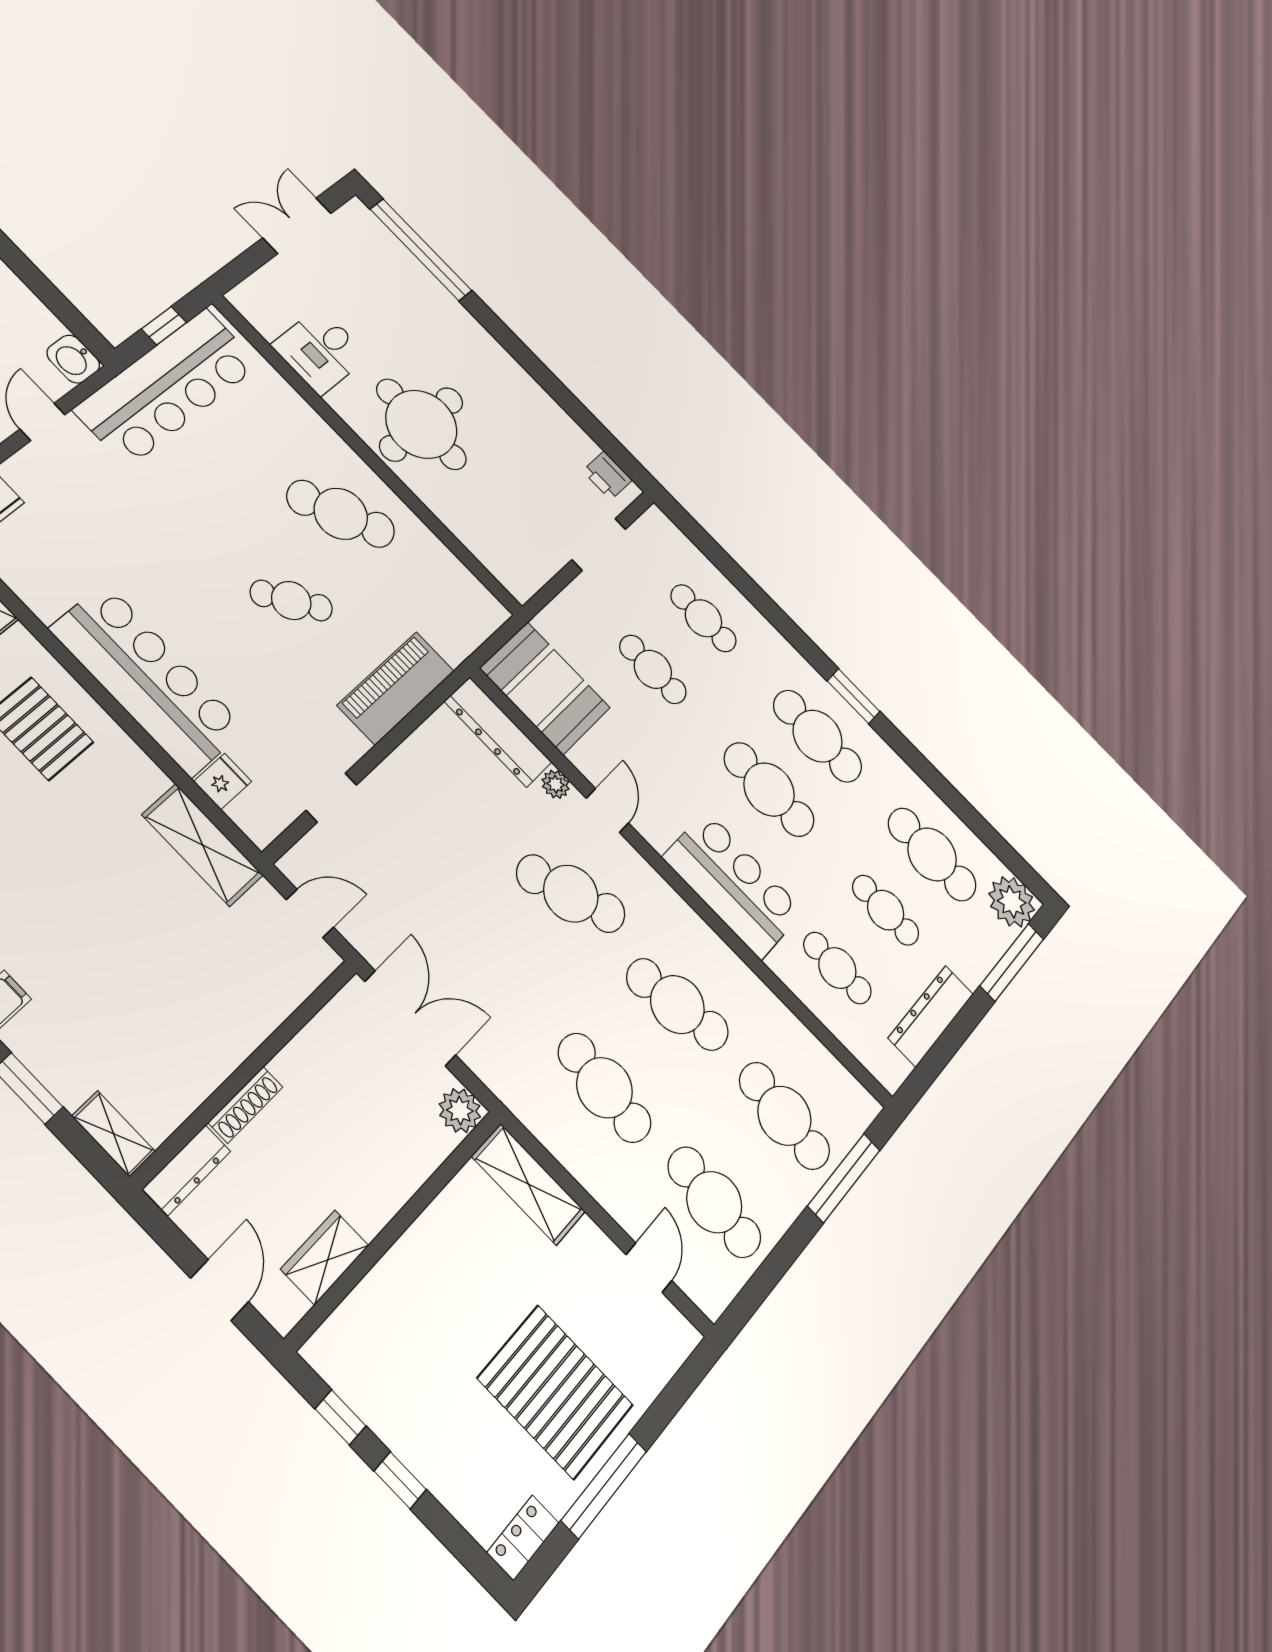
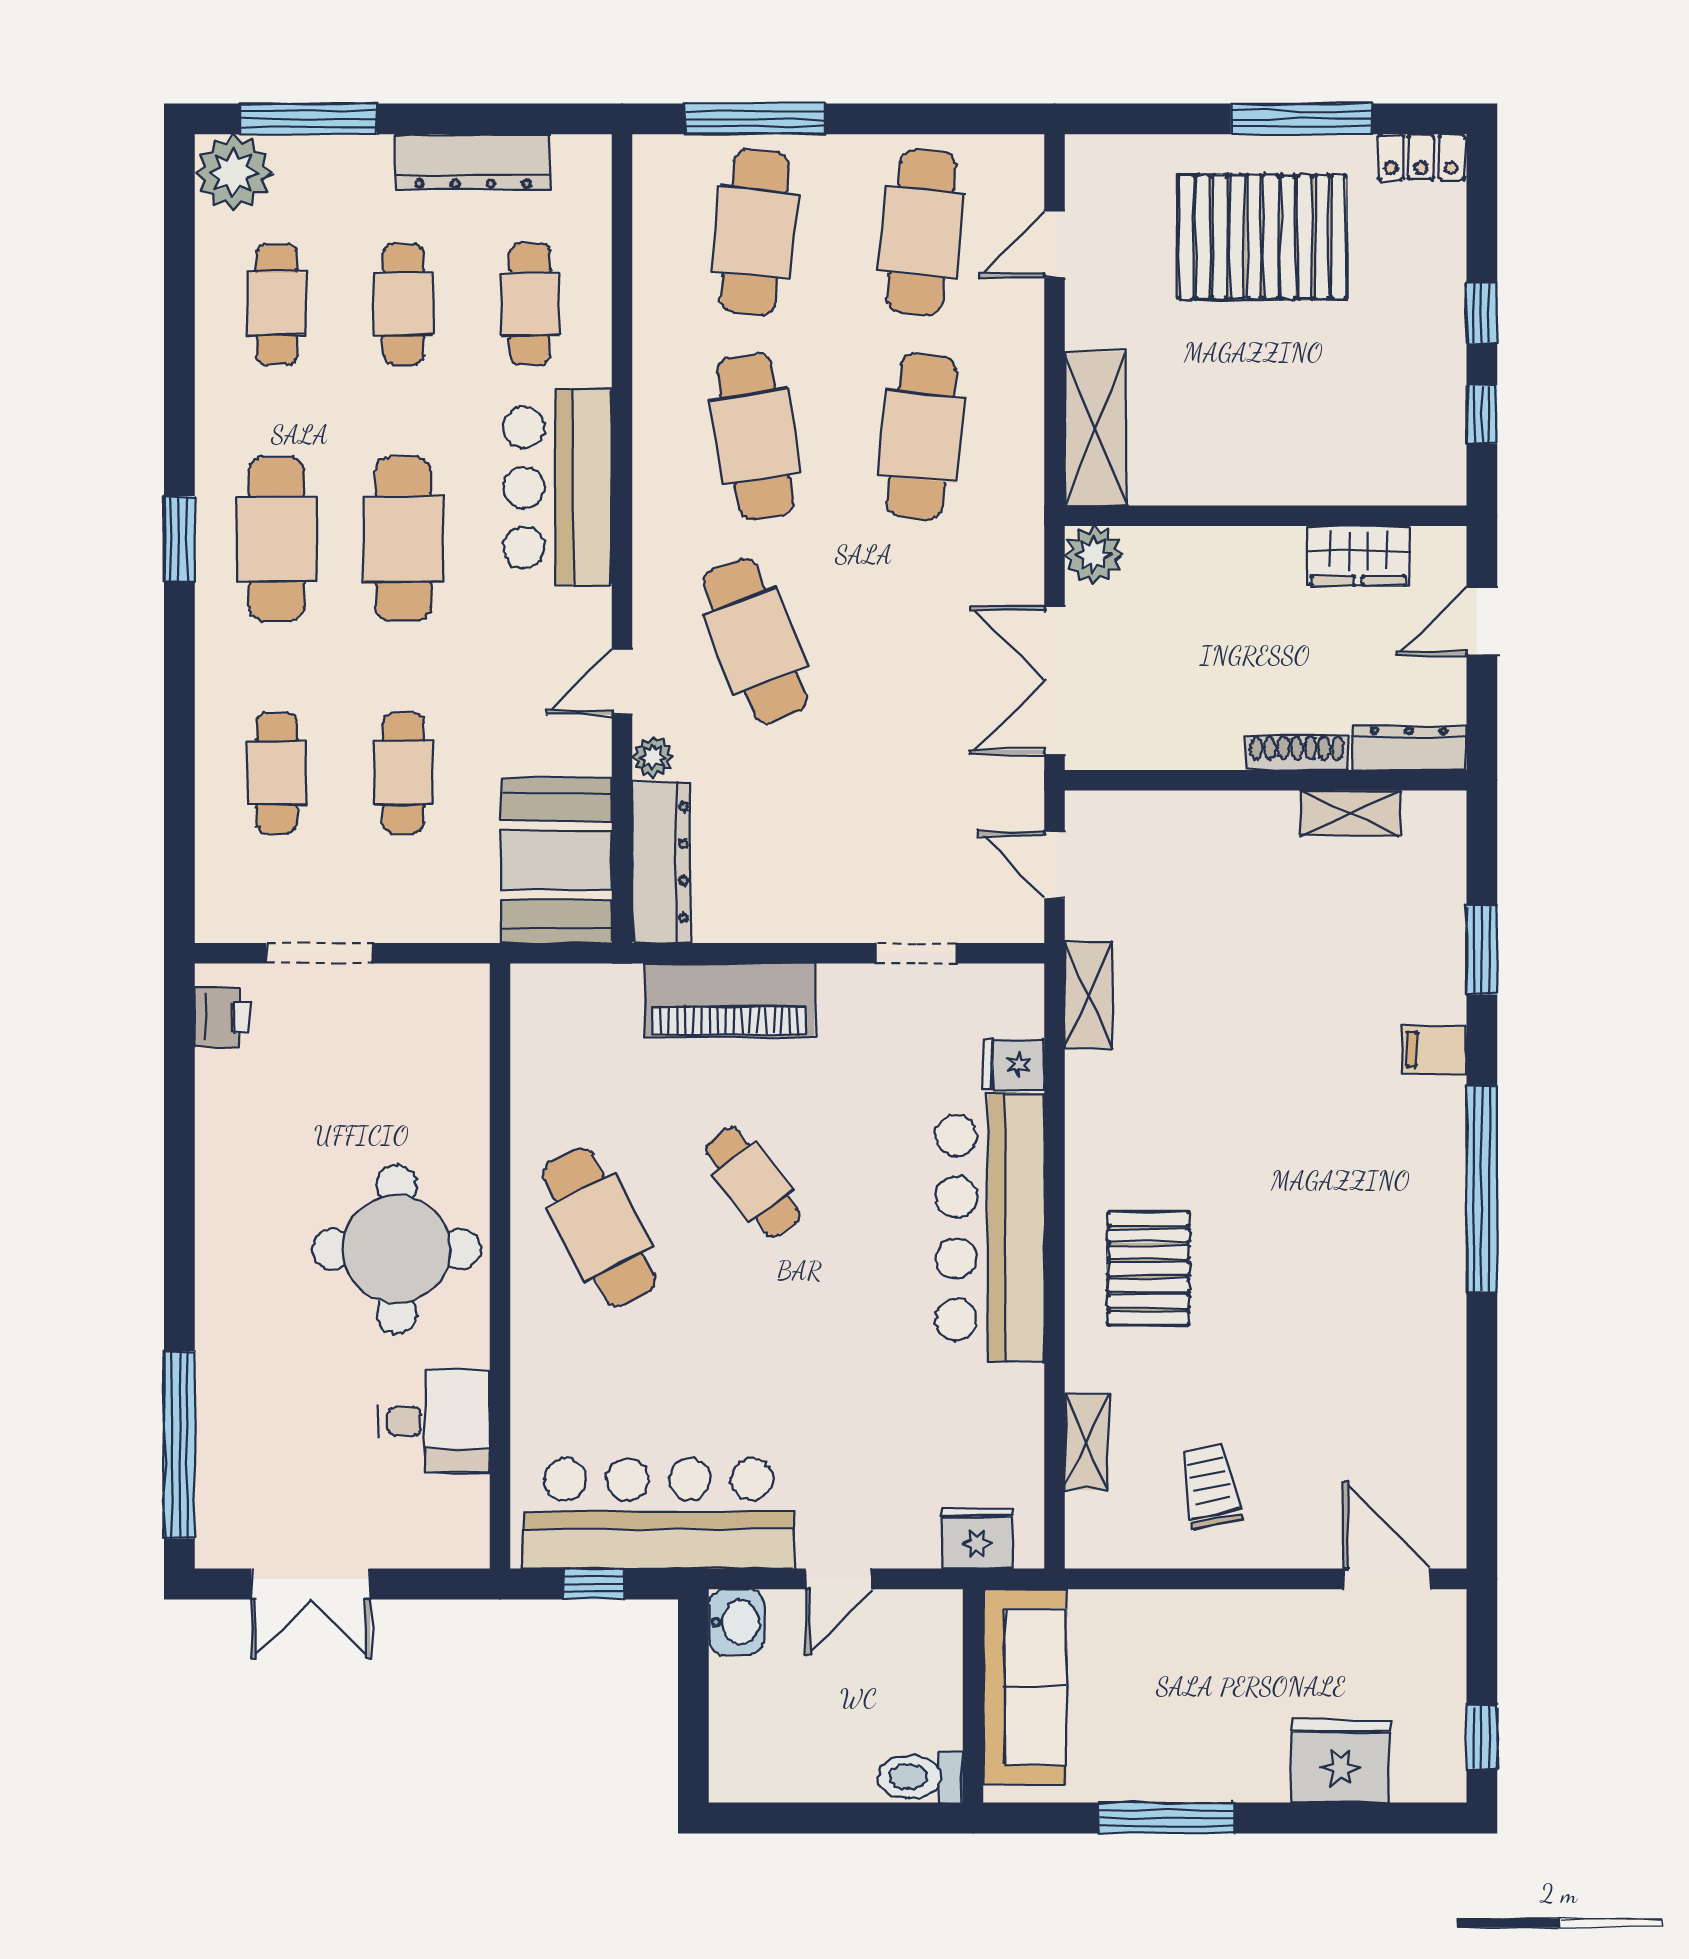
shelving: (203, 845) -> (1089, 995), width x0.67, depth x0.75
cafe table: (932, 854) -> (277, 304), width x0.73, depth x0.74
shelving: (114, 1134) -> (1350, 813), moved, turned 90
pallet: (555, 1392) -> (1262, 237), turned 90

